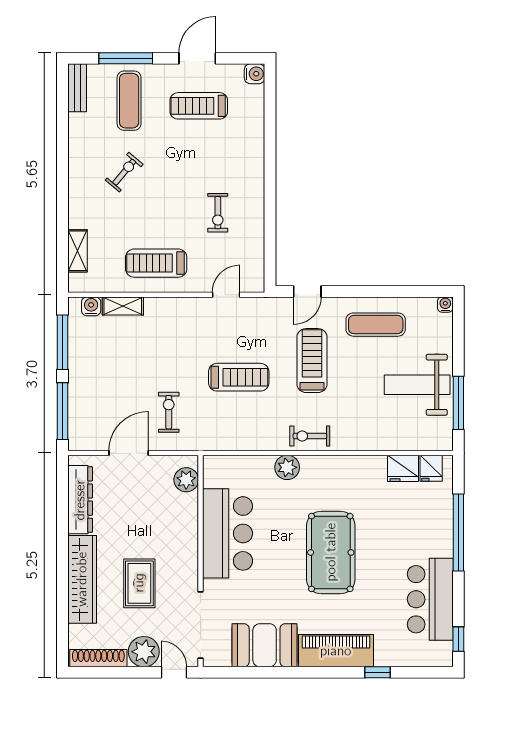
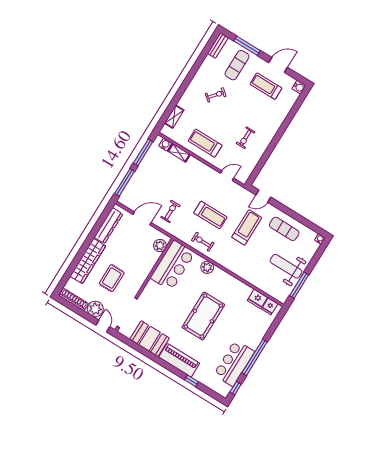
exercise bike: (310, 436) -> (203, 242), moved
bar counter: (228, 533) -> (173, 265), moved
window: (458, 533) -> (255, 357), moved

